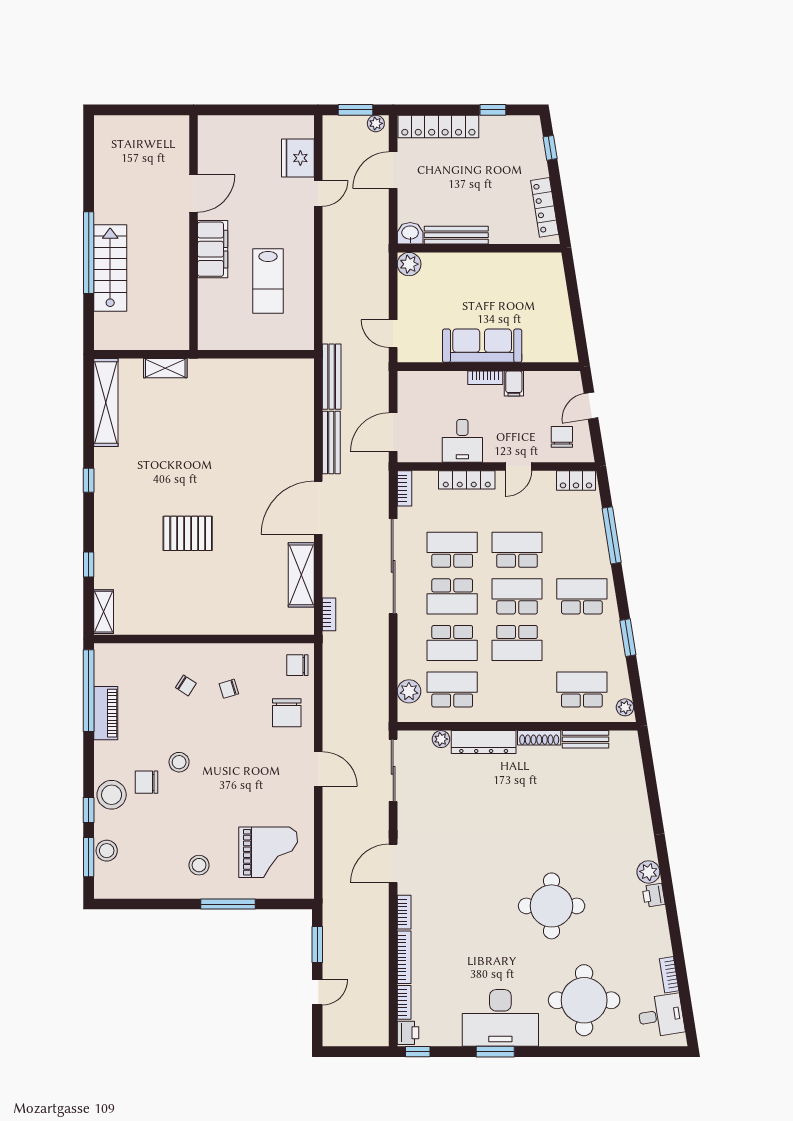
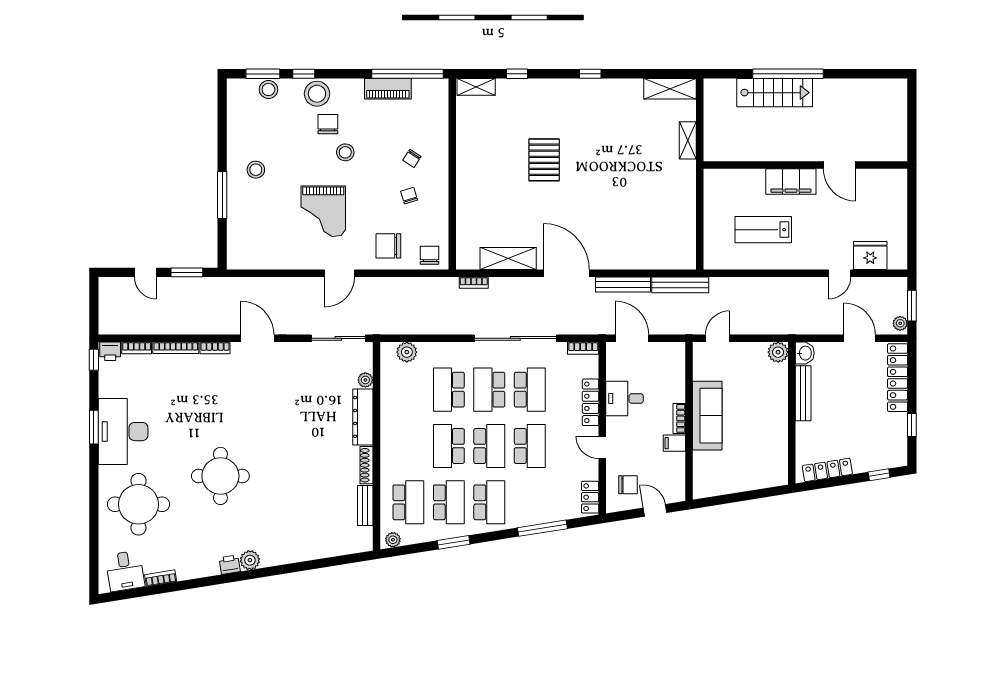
door: (318, 193) -> (839, 273), hinge flipped
shelving: (106, 402) -> (670, 89), width x0.68
school desk: (452, 690) -> (449, 502), moved
grand piano: (268, 852) -> (323, 211), moved

